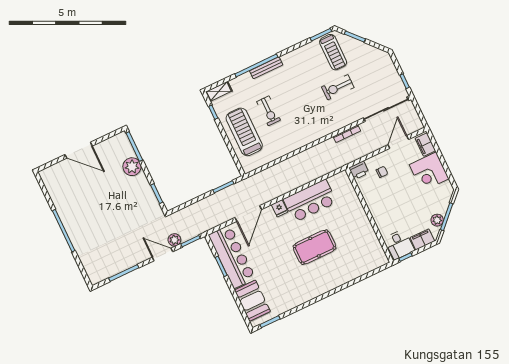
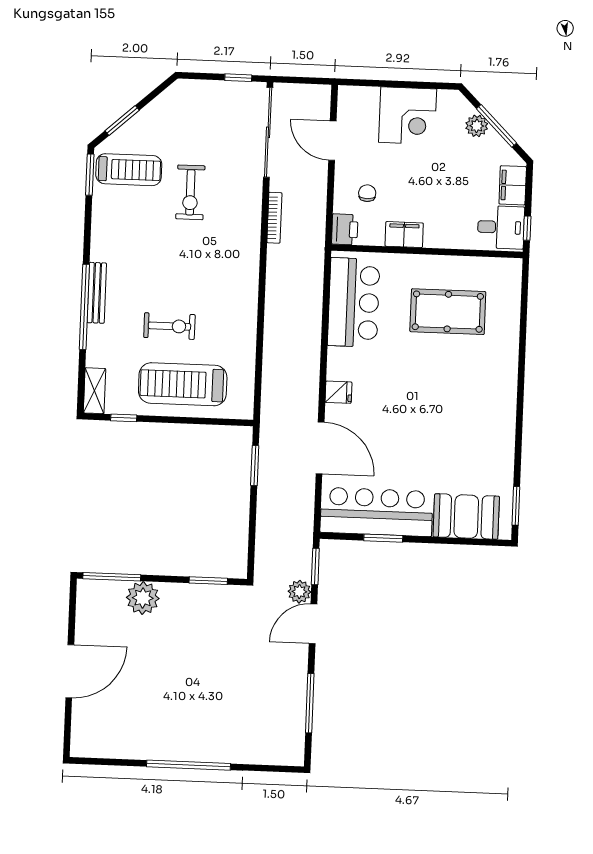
filing cabinet: (425, 145) -> (404, 235), moved, turned 180
bar counter: (310, 201) -> (354, 302), moved
plant: (437, 220) -> (477, 126), moved
pool table: (315, 247) -> (448, 312), moved, turned 90

